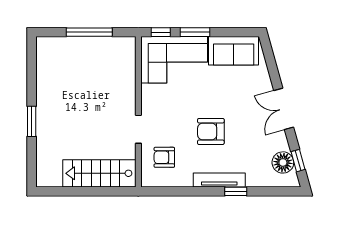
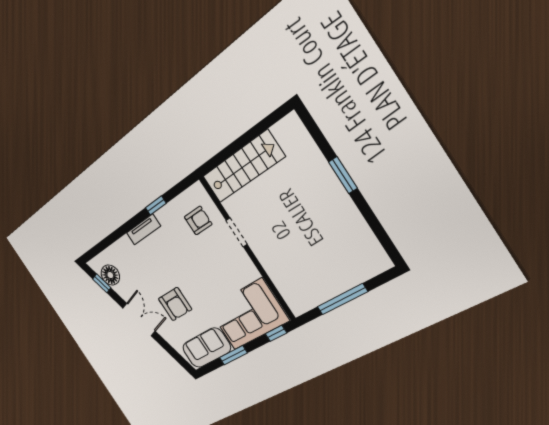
window: (195, 32) -> (233, 355), moved
armchair: (211, 131) -> (175, 304), moved, turned 90
tv unit: (219, 180) -> (144, 229), width x0.71
window: (236, 191) -> (156, 206), moved

